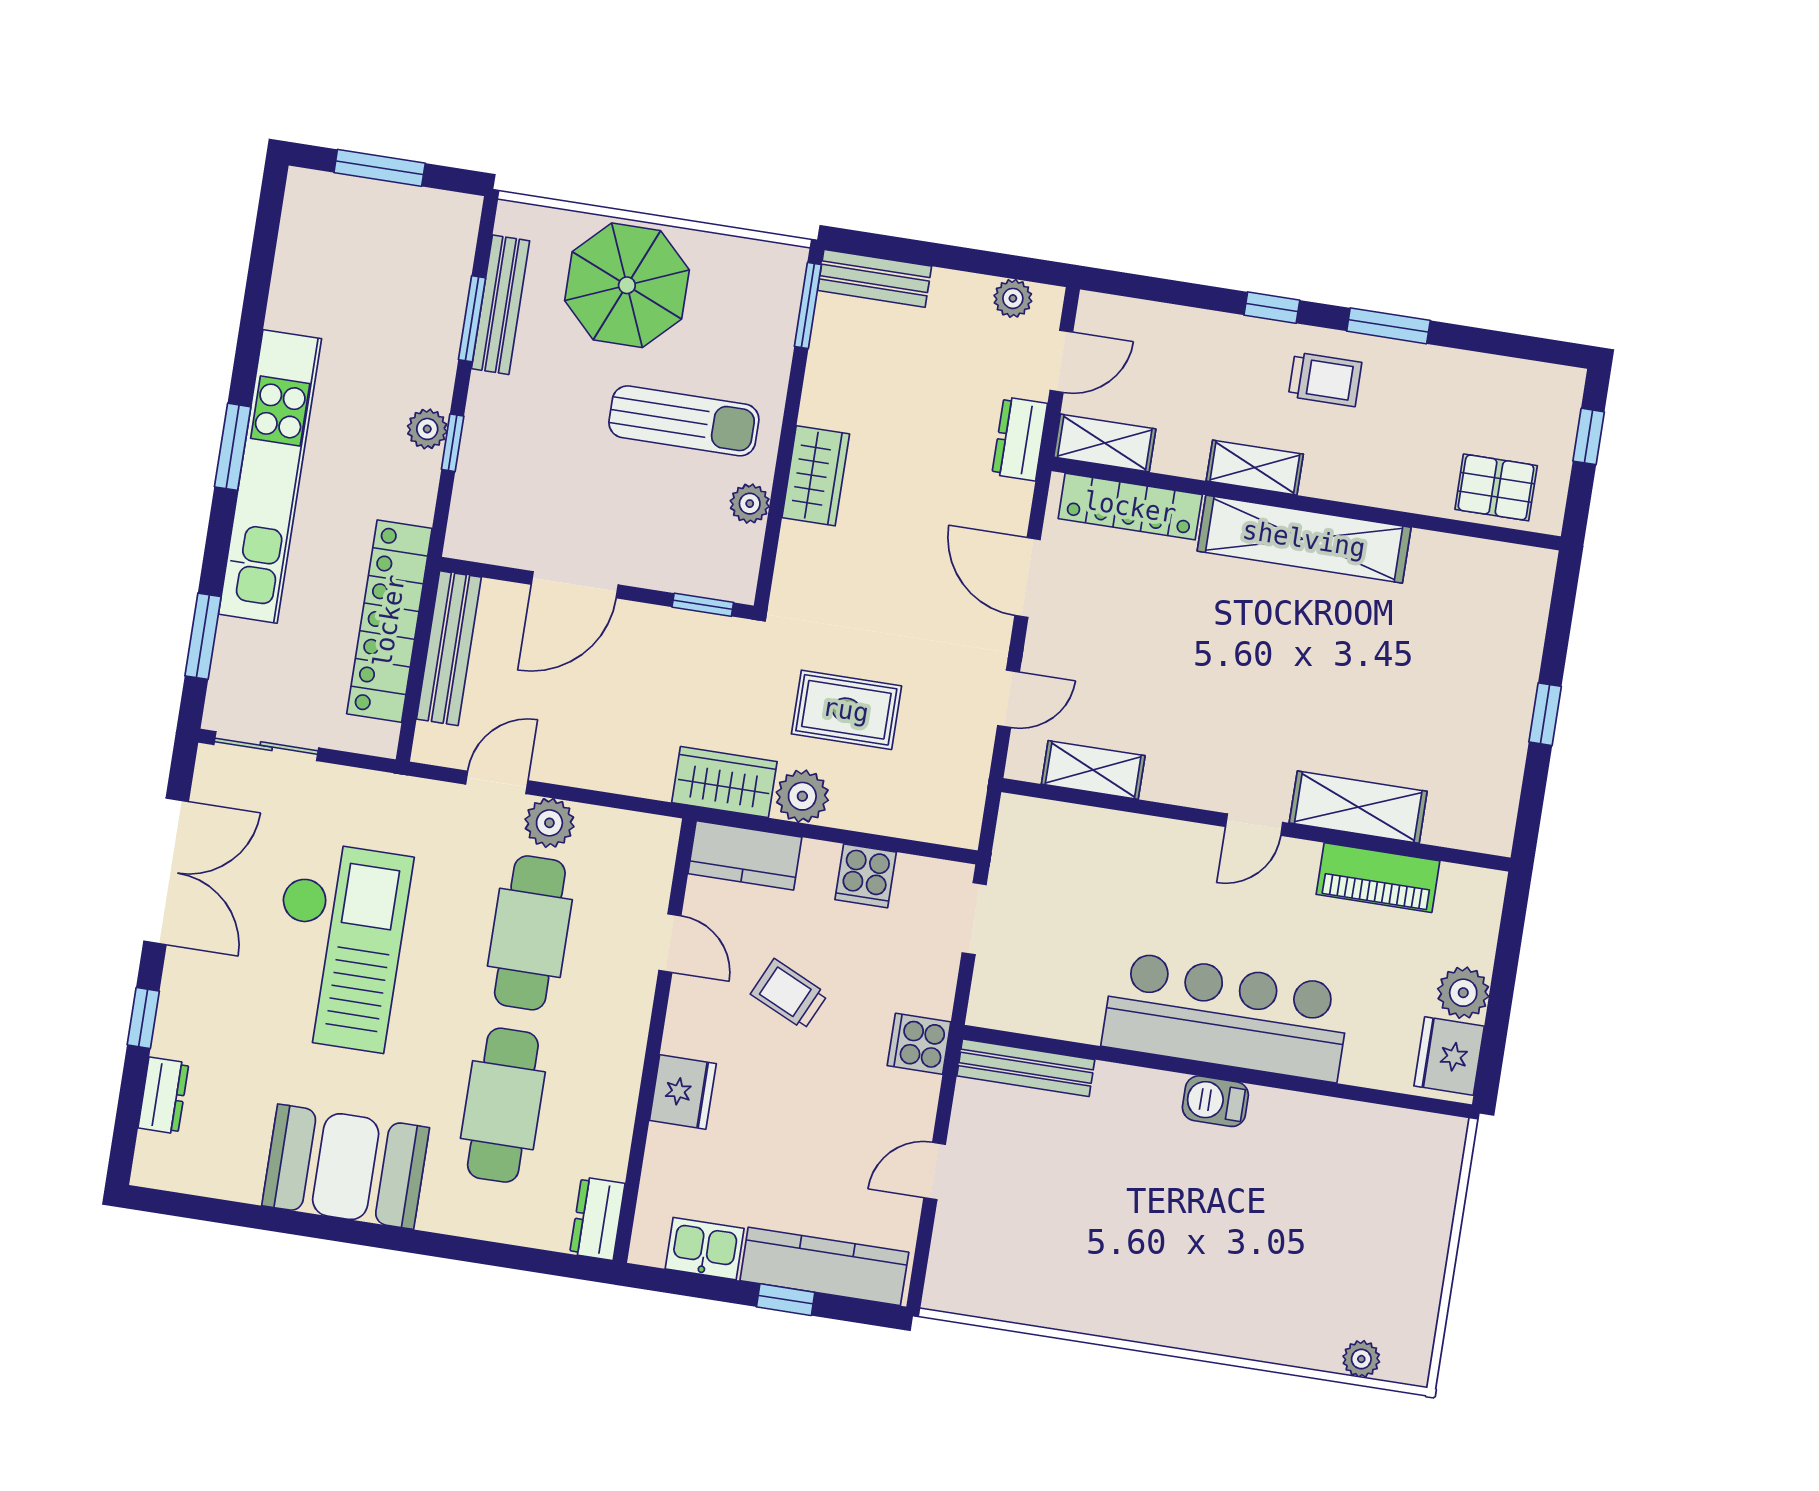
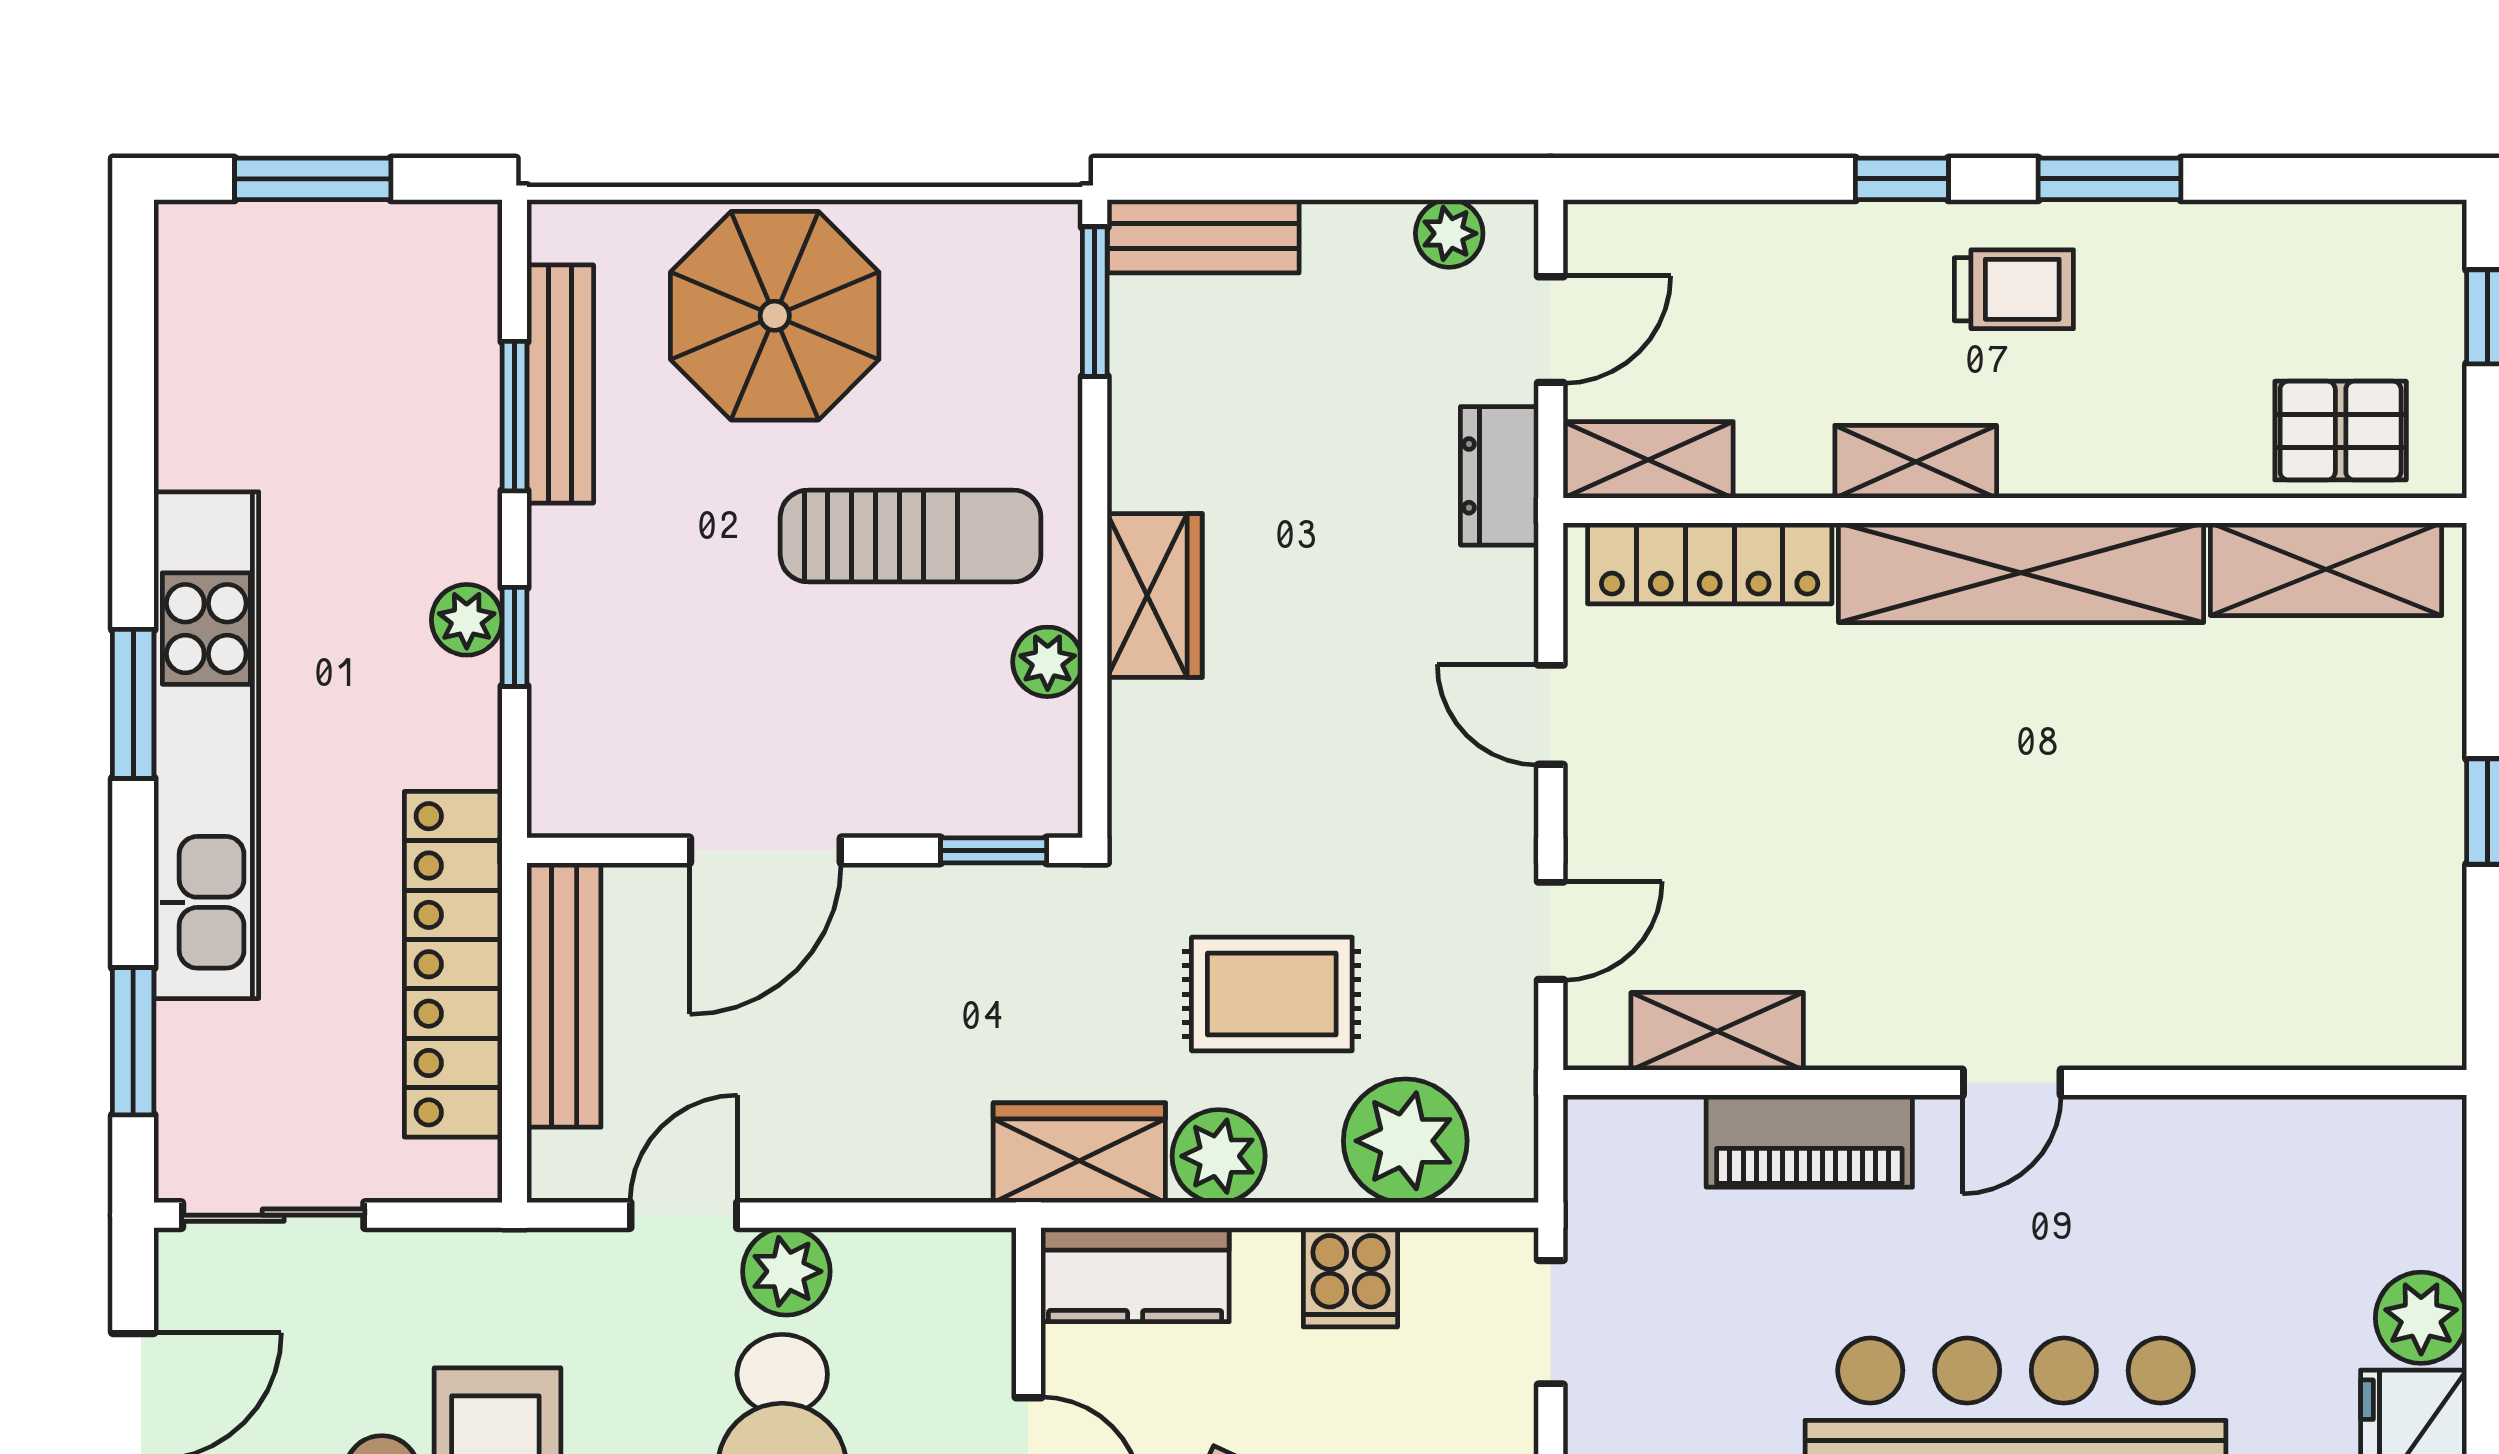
door: (1028, 578) -> (1551, 715), width x0.73
plant: (908, 804) -> (1405, 1141), added
shelving: (1358, 807) -> (2326, 569), moved
piano: (1378, 878) -> (1809, 1141), moved

